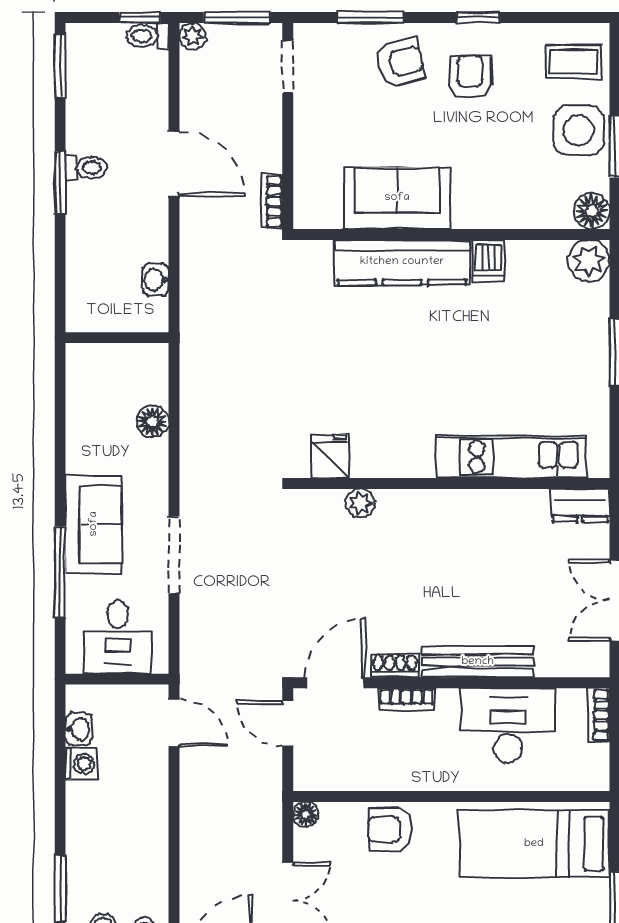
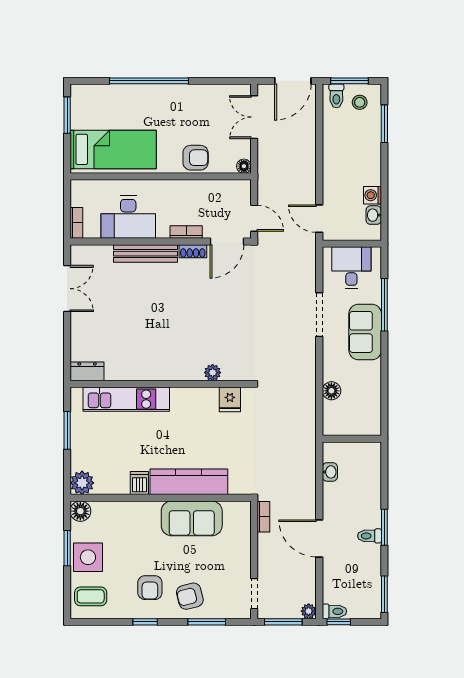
fridge: (330, 456) -> (230, 399), moved
kitchen unit: (511, 457) -> (126, 399), moved
wall: (451, 483) -> (161, 384), moved
plant: (360, 503) -> (213, 373), moved
dresser: (580, 505) -> (87, 371), moved

